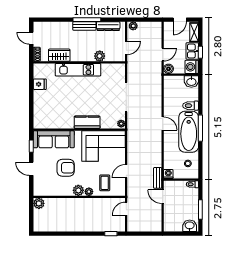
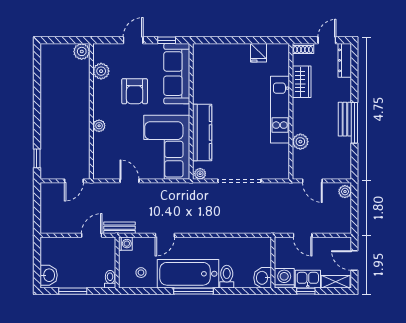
dresser: (108, 26) -> (345, 60), moved
boiler: (168, 69) -> (281, 244), removed
kitchen counter: (87, 122) -> (202, 133), width x1.50
door: (163, 123) -> (165, 235), moved
coffee table: (105, 183) -> (112, 149), removed
plant: (78, 190) -> (101, 71), moved
door: (126, 209) -> (74, 181), swing flipped

